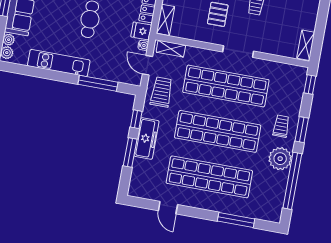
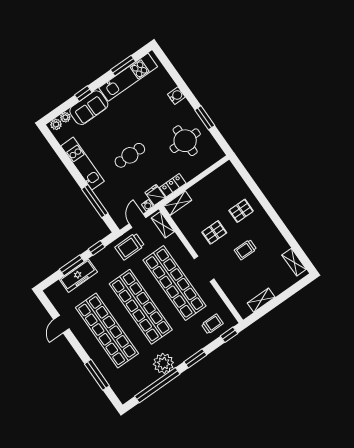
shelving: (306, 45) -> (261, 300), moved
trolley: (161, 92) -> (130, 246), turned 180
trolley: (281, 126) -> (212, 324), moved
freezer: (147, 138) -> (78, 276), moved

